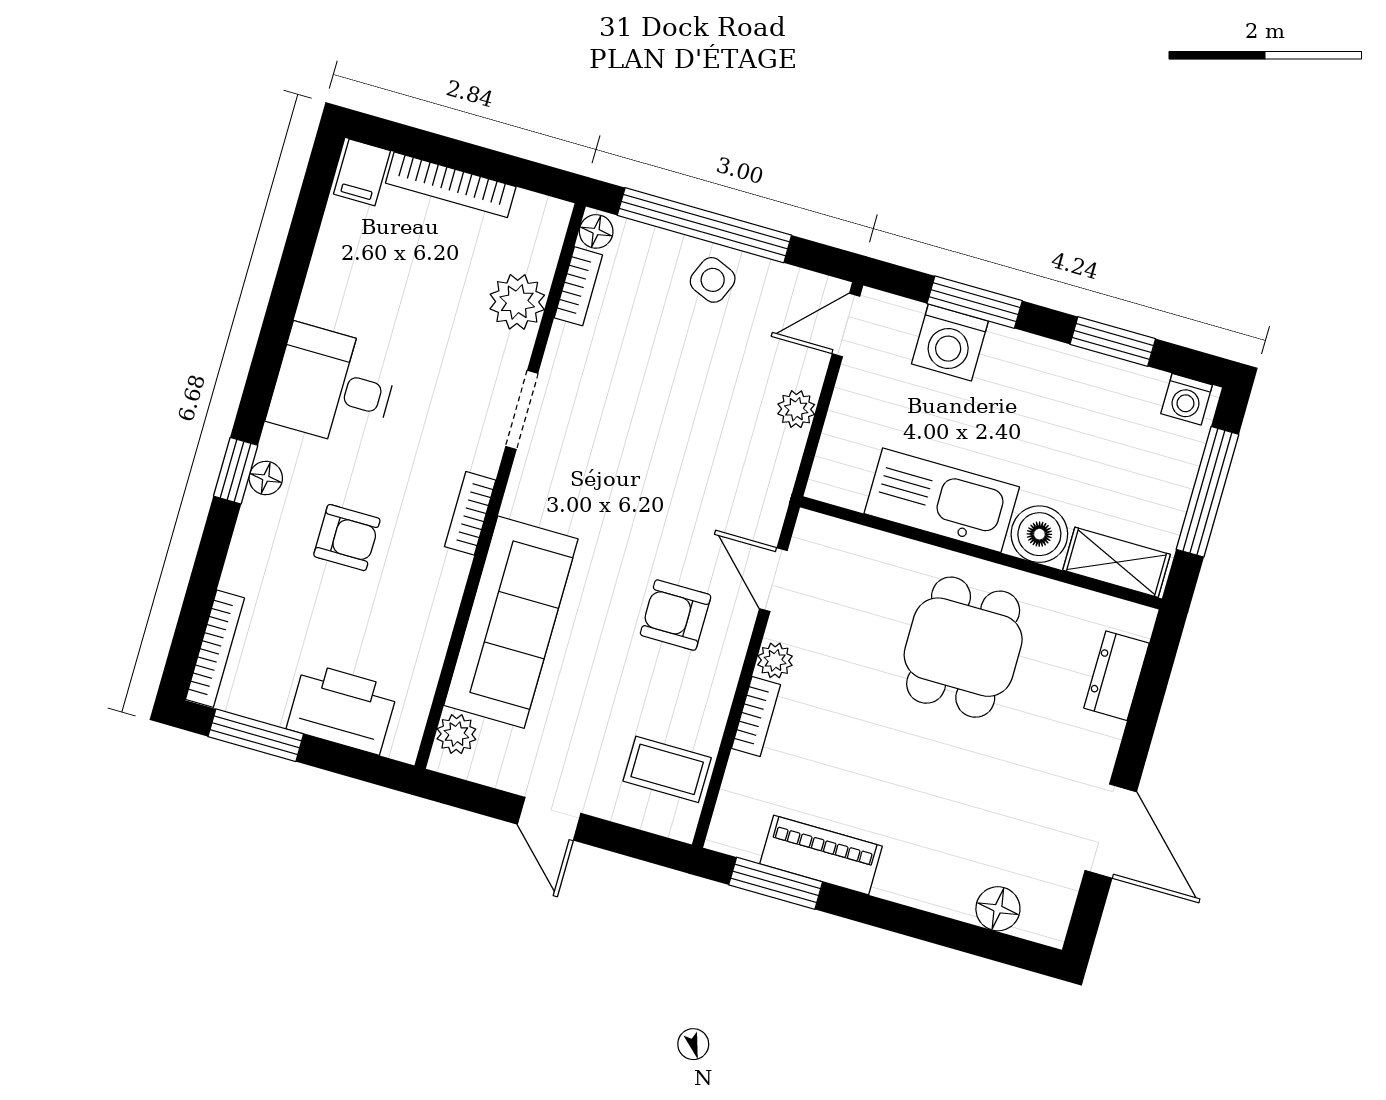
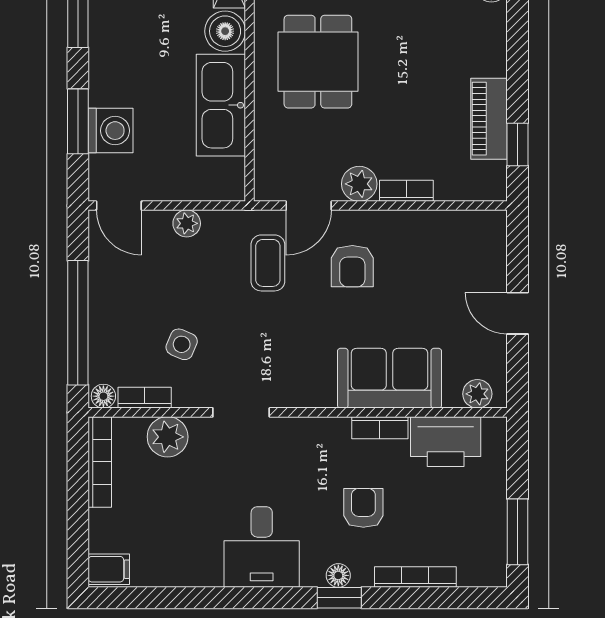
bookcase: (451, 185) -> (100, 462), moved
side table: (713, 280) -> (182, 344), moved
bookcase: (470, 513) -> (380, 428), moved
sofa: (511, 622) -> (390, 378), width x0.73
dining table: (963, 647) -> (318, 62), turned 90
bookcase: (215, 649) -> (415, 577), moved
plant: (775, 660) -> (359, 184), width x1.38, depth x1.38
printer: (342, 709) -> (446, 442), moved, turned -90
coffee table: (667, 769) -> (268, 263), moved
door: (549, 819) -> (518, 313), swing flipped
window: (776, 883) -> (518, 144), width x0.67

